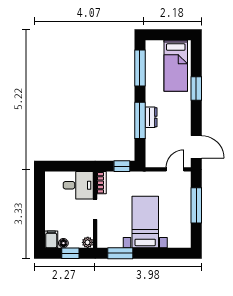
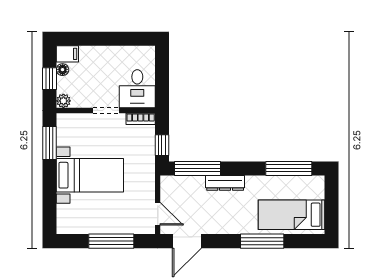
window: (196, 89) -> (262, 241), width x1.44
dresser: (151, 117) -> (225, 183), width x1.44
window: (140, 120) -> (198, 168), moved

